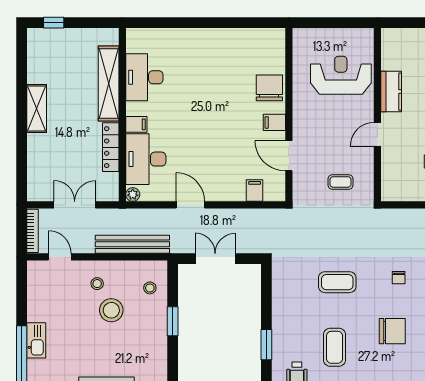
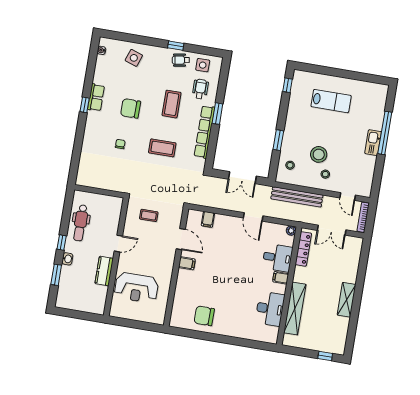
chair: (269, 88) -> (204, 316), moved, turned 90
locker: (111, 147) -> (303, 249), moved
desk: (146, 159) -> (277, 258), width x0.73
row of seats: (281, 315) -> (205, 132), added

